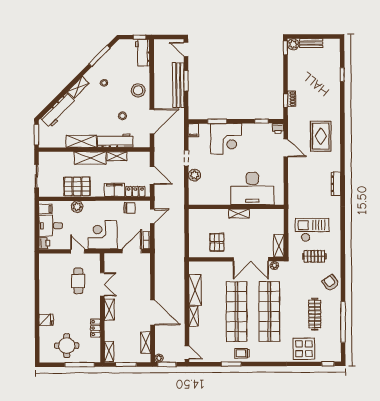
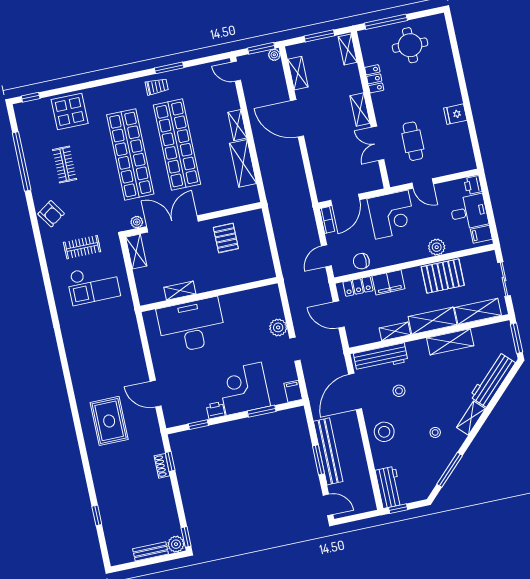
printer: (278, 128) -> (216, 410), moved
workbench: (115, 141) -> (381, 357), moved
shelving: (59, 158) -> (478, 311), added
dresser: (336, 184) -> (73, 357), removed
shelving: (239, 214) -> (180, 291), moved
clothes rail: (315, 314) -> (65, 164), width x0.73
fridge: (46, 320) -> (455, 114), moved

